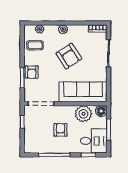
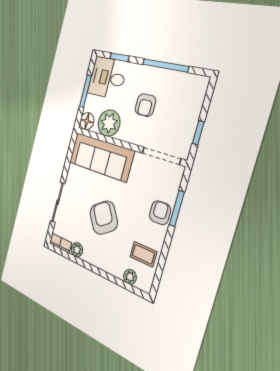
plant: (63, 29) -> (77, 250), moved

